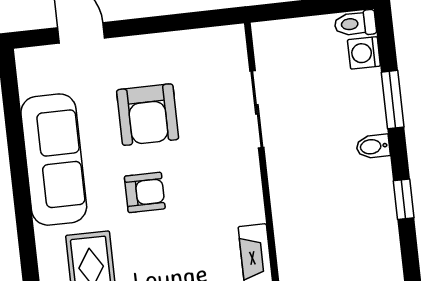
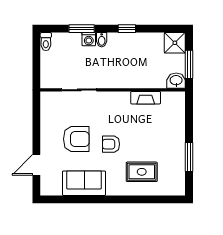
washing machine: (364, 53) -> (89, 39), moved
sofa: (54, 160) -> (84, 183), width x0.73
armchair: (145, 192) -> (111, 144), turned -90

